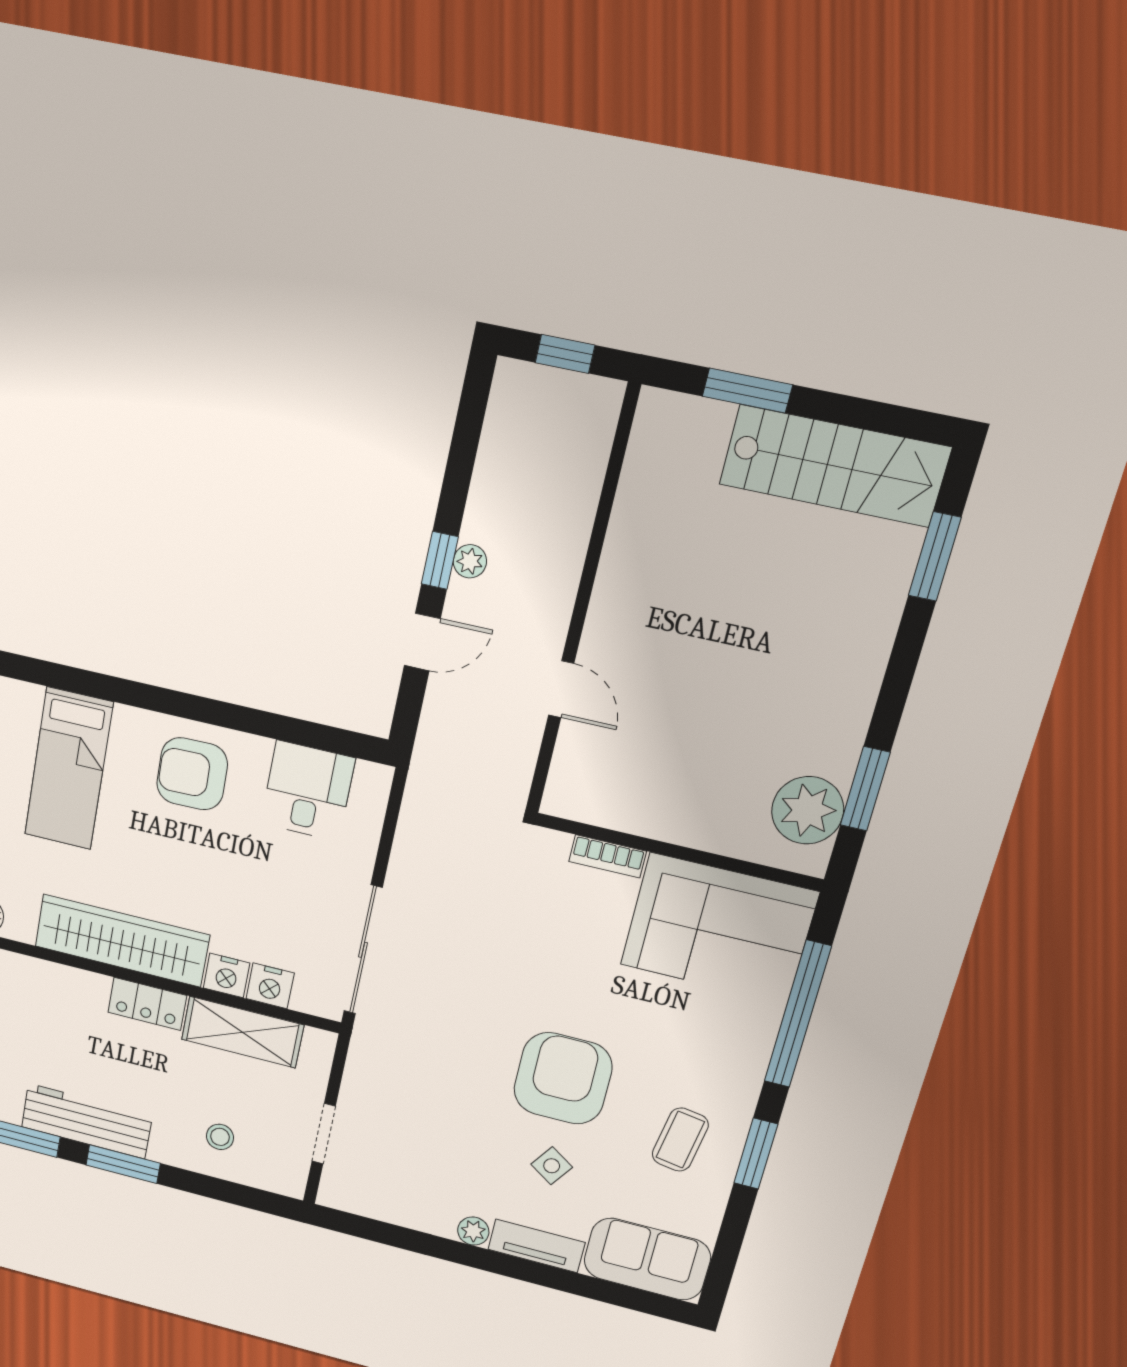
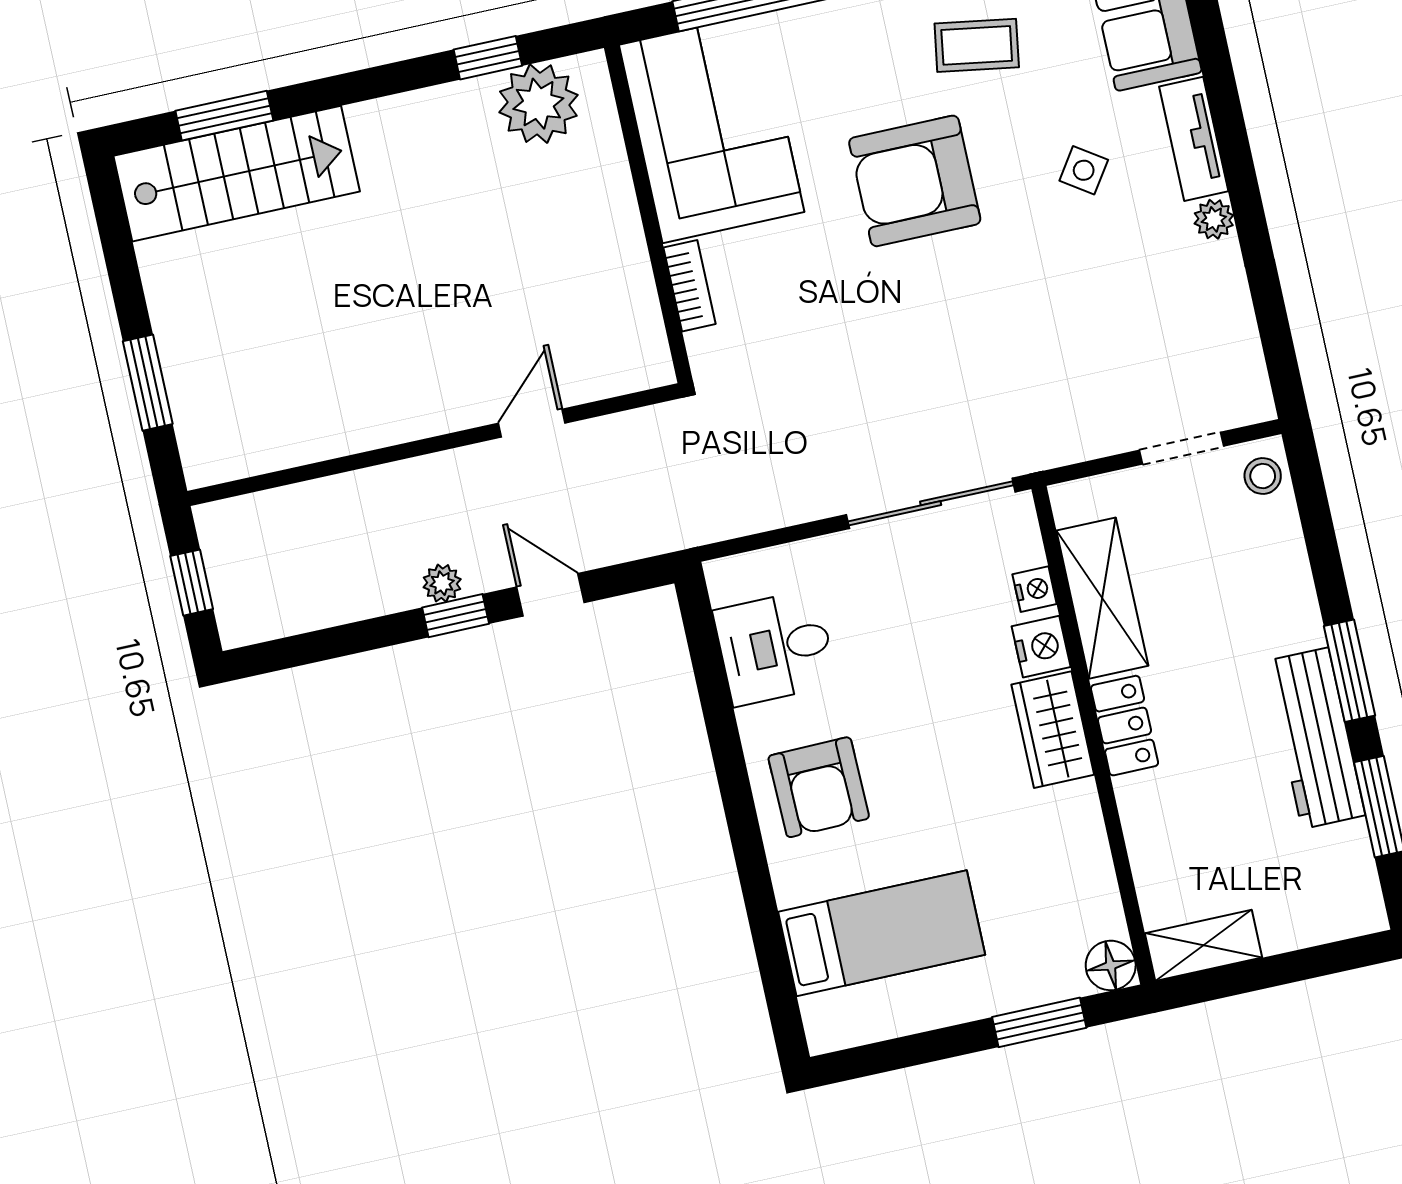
stairs: (834, 466) -> (237, 174), moved, turned 90
window: (865, 789) -> (488, 58), width x0.67
wardrobe: (122, 941) -> (1053, 730), width x0.48, depth x0.85
nightstand: (270, 986) -> (1035, 589), width x0.72, depth x0.74
armchair: (563, 1078) -> (915, 181), moved
stool: (220, 1137) -> (1263, 476), moved

